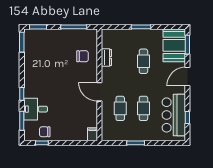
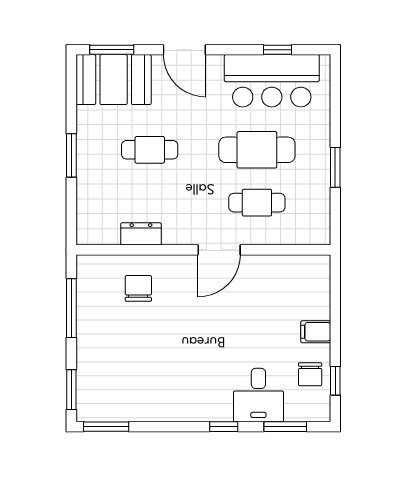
cafe table: (143, 108) -> (257, 150), width x1.37, depth x1.35
filing cabinet: (92, 134) -> (316, 332), moved

